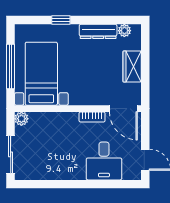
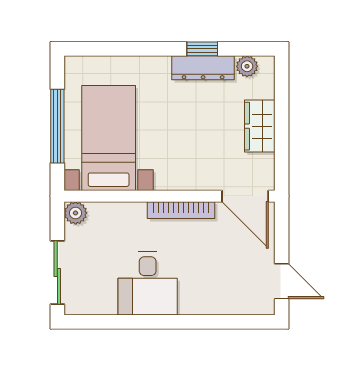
window: (61, 20) -> (202, 49), moved
bookcase: (92, 117) -> (181, 210), width x1.56
desk: (104, 161) -> (148, 283), moved

